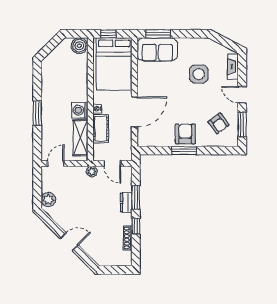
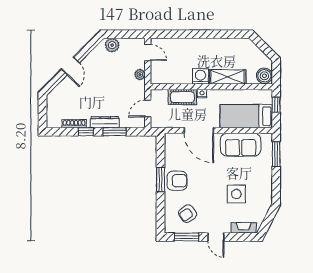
sofa: (157, 49) -> (241, 145), moved, turned -90
bed: (114, 64) -> (246, 116), width x0.67
door: (242, 95) -> (216, 237), swing flipped
window: (37, 113) -> (198, 34), removed
shelving: (80, 138) -> (228, 77), moved
plant: (92, 171) -> (140, 74), moved
dresser: (126, 202) -> (105, 122), width x1.44

